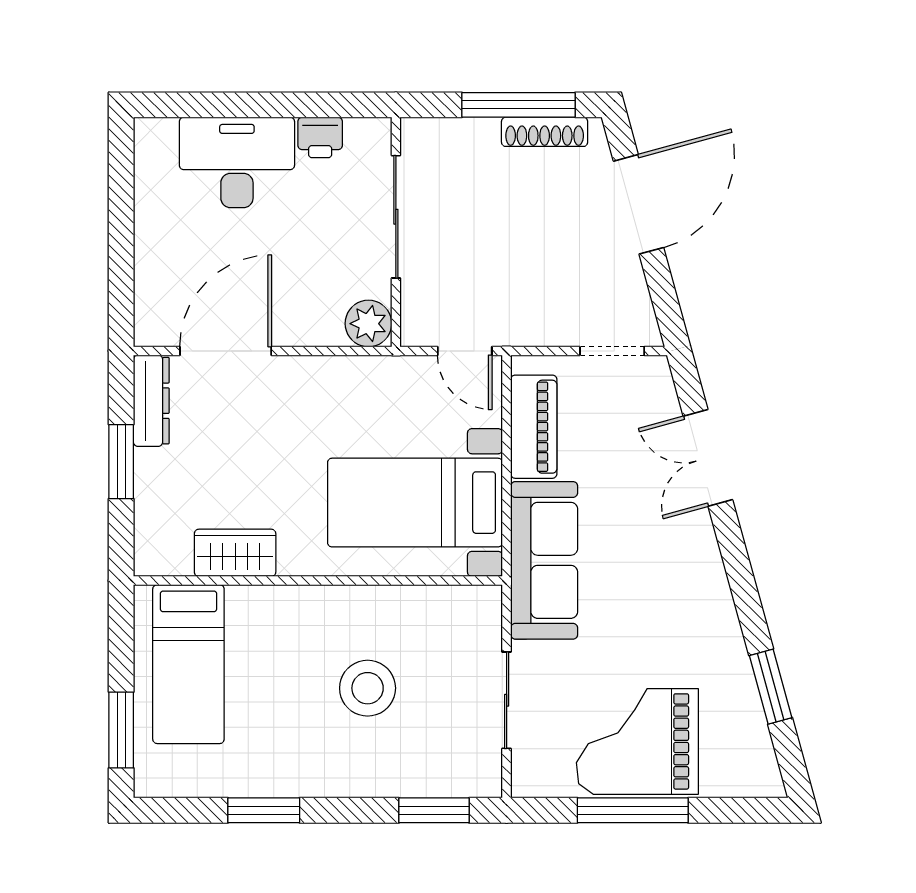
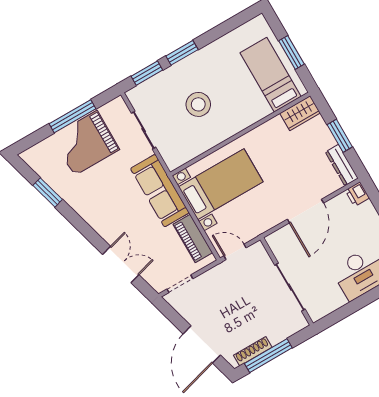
printer: (320, 137) -> (357, 194), moved, turned -90
plant: (368, 324) -> (277, 241), removed
door: (226, 351) -> (305, 211), moved
wardrobe: (235, 553) -> (300, 113), moved
window: (121, 730) -> (291, 52), moved
grand piano: (637, 741) -> (86, 143), turned 180
window: (264, 810) -> (182, 53), moved

